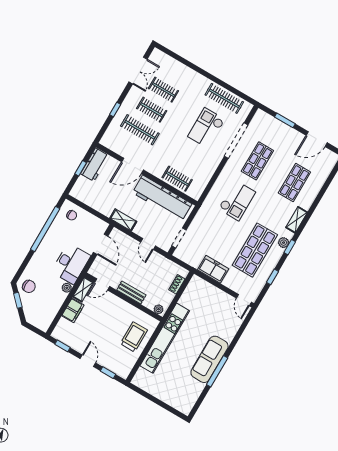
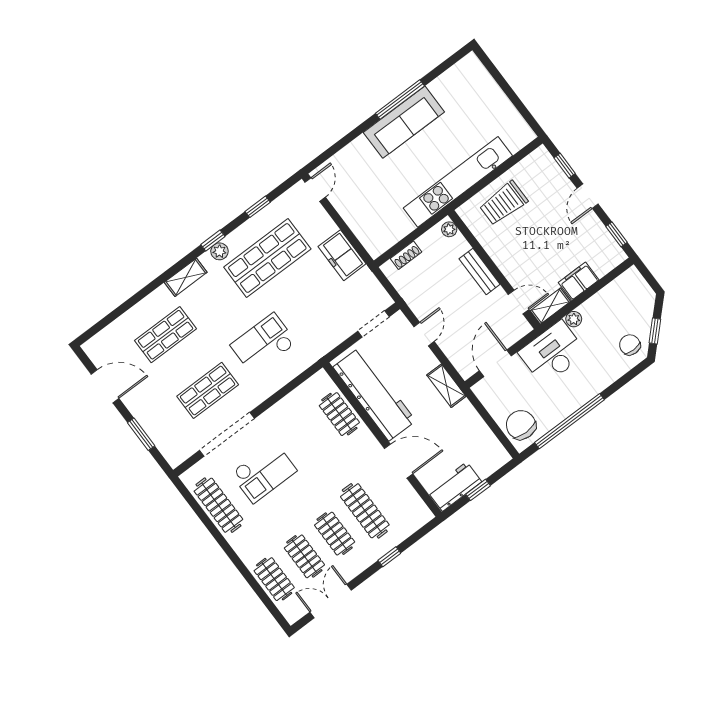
clothes rail: (175, 70) -> (274, 579), added
chair: (72, 215) -> (521, 425), width x1.87, depth x1.87

